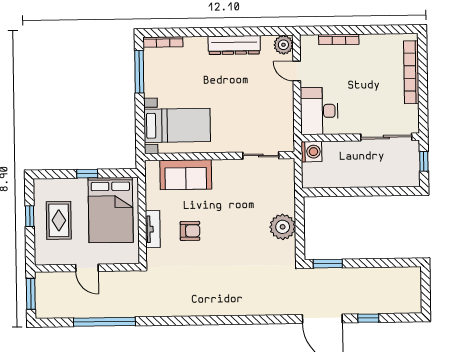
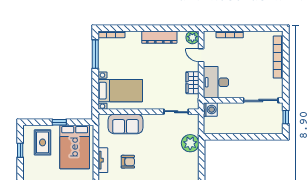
wardrobe: (284, 112) -> (192, 83), added
rug: (59, 220) -> (43, 142), moved
plant: (283, 227) -> (190, 143), moved

